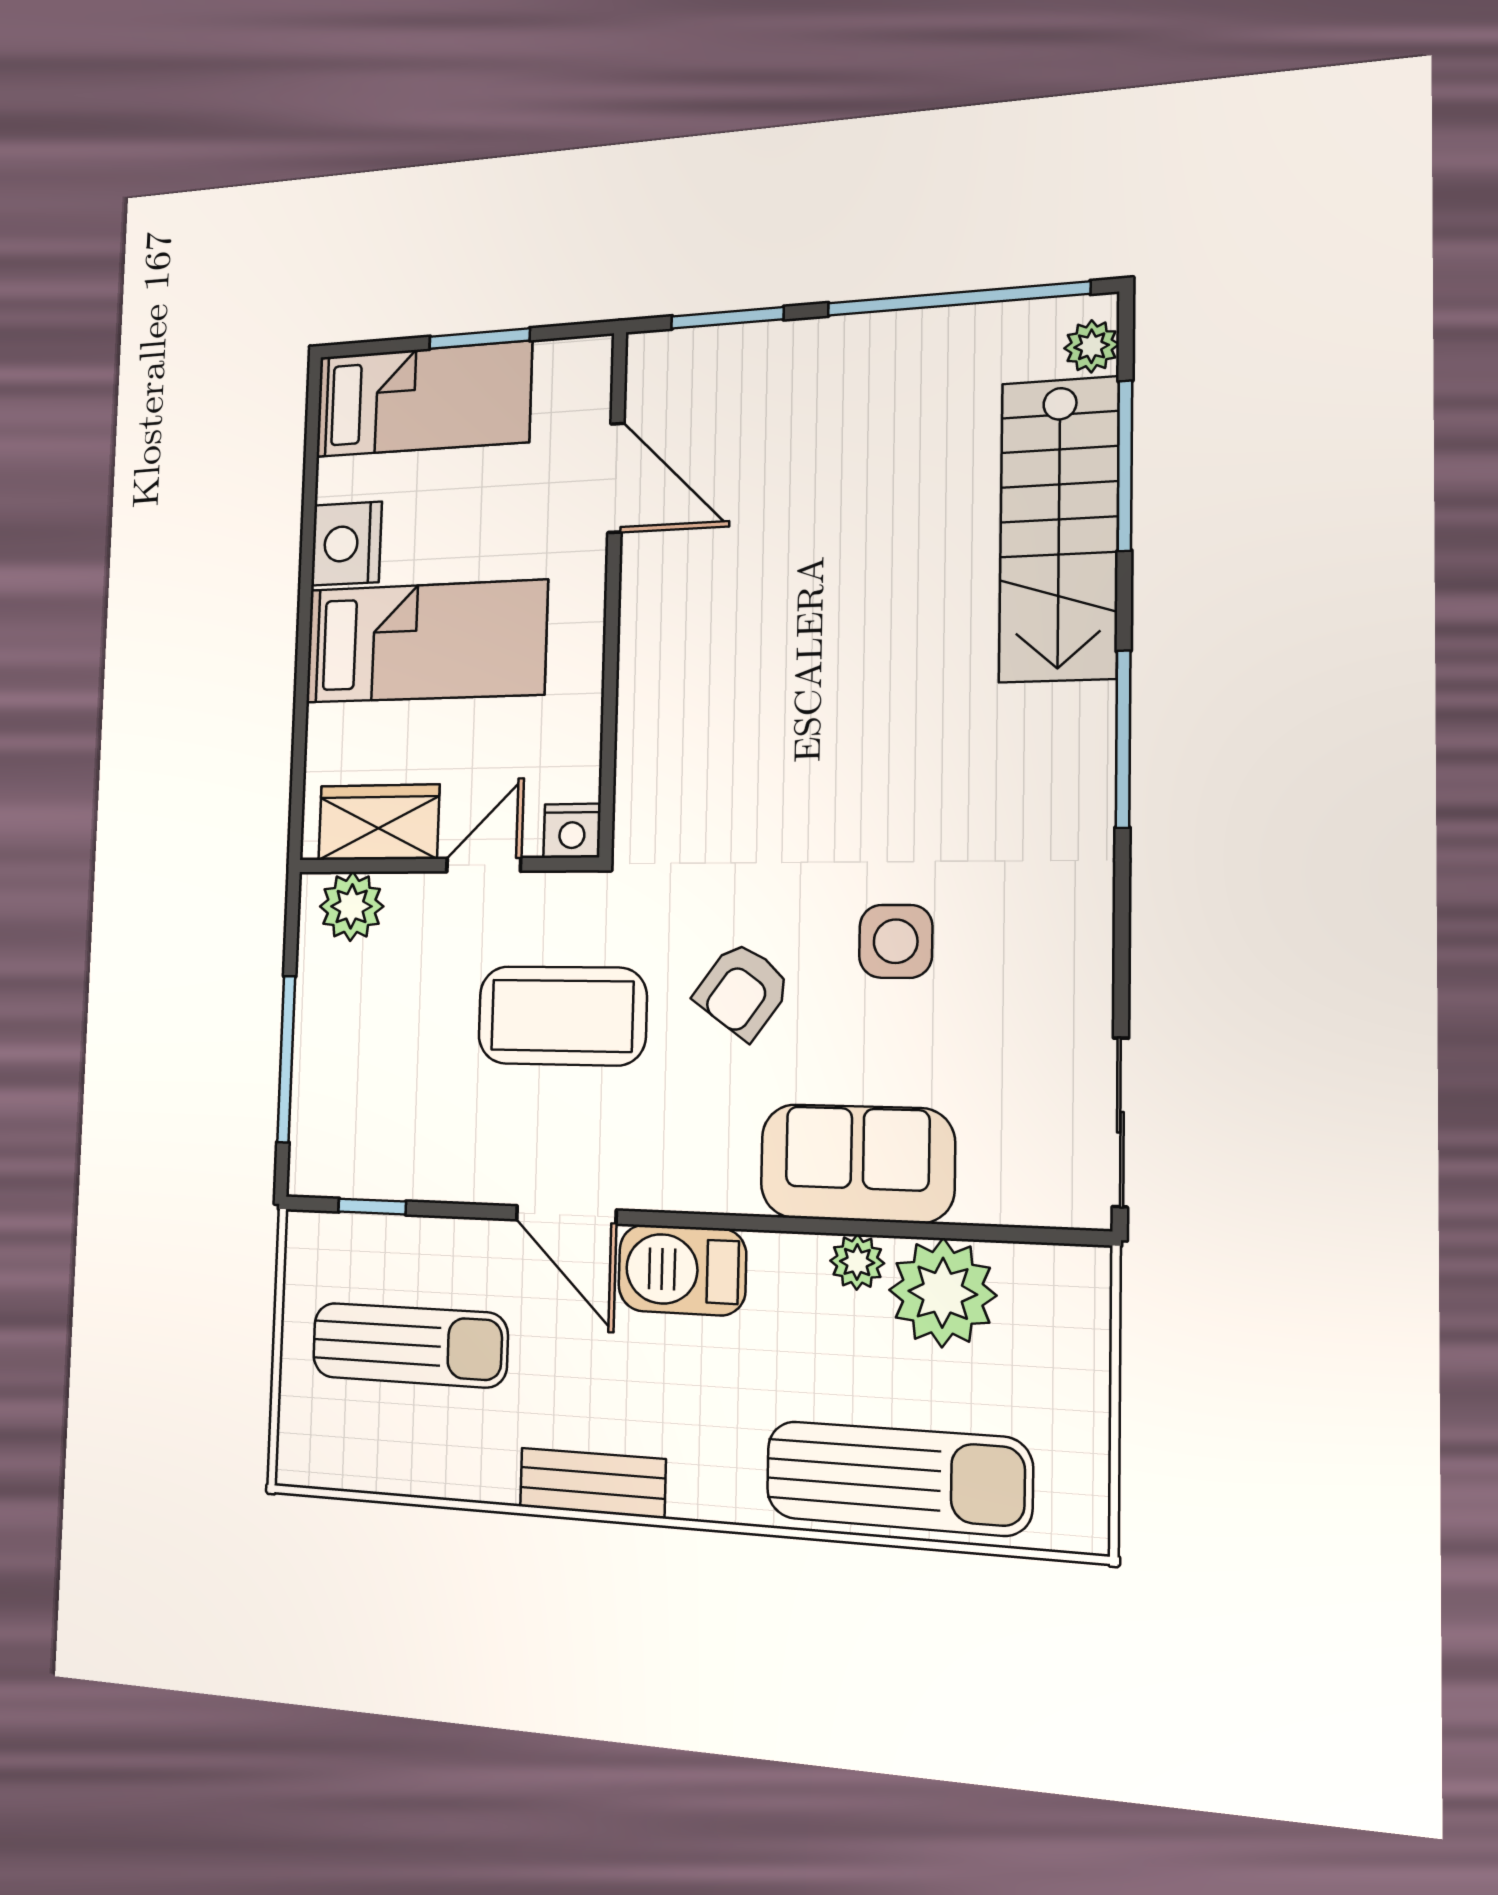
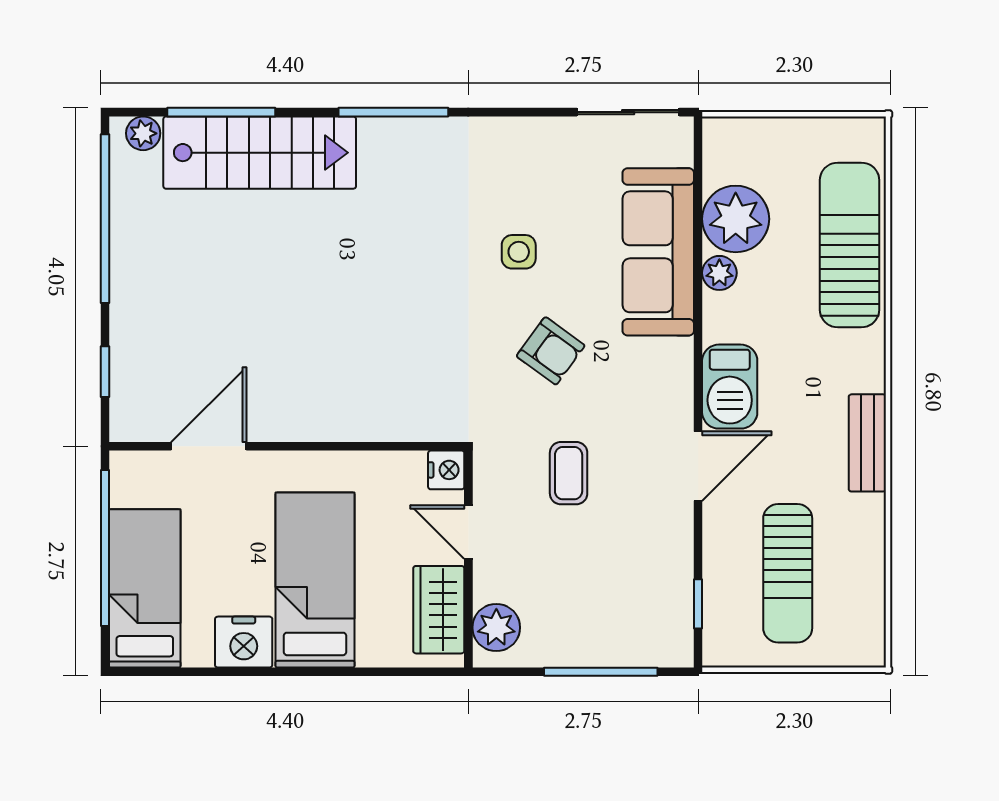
window: (727, 318) -> (105, 372), width x0.67
window: (479, 339) -> (105, 548), width x2.11
side table: (896, 941) -> (519, 252), width x0.73, depth x0.73
coffee table: (562, 1016) -> (569, 473), width x0.54, depth x0.58
sofa: (857, 1163) -> (658, 252), width x1.36
sun lounger: (409, 1345) -> (788, 573), turned 180

